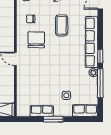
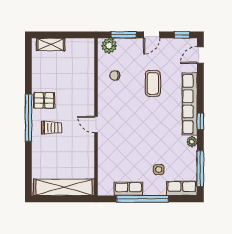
chair: (36, 40) -> (122, 101), removed
window: (100, 83) -> (200, 169), moved
window: (53, 119) -> (143, 199), width x2.11

